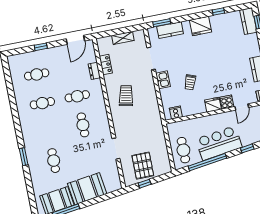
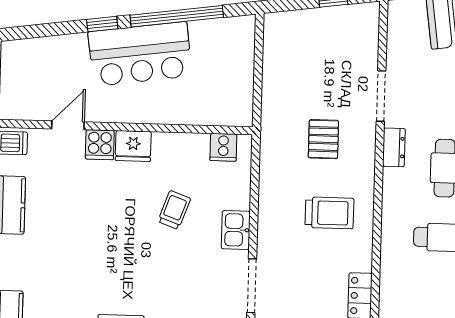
dresser: (94, 71) -> (394, 147), moved
trolley: (126, 96) -> (329, 213), turned -102
window: (247, 148) -> (102, 24), moved
cafe table: (183, 150) -> (226, 57), removed
pallet: (143, 166) -> (323, 139), moved, width x0.67, depth x0.71

